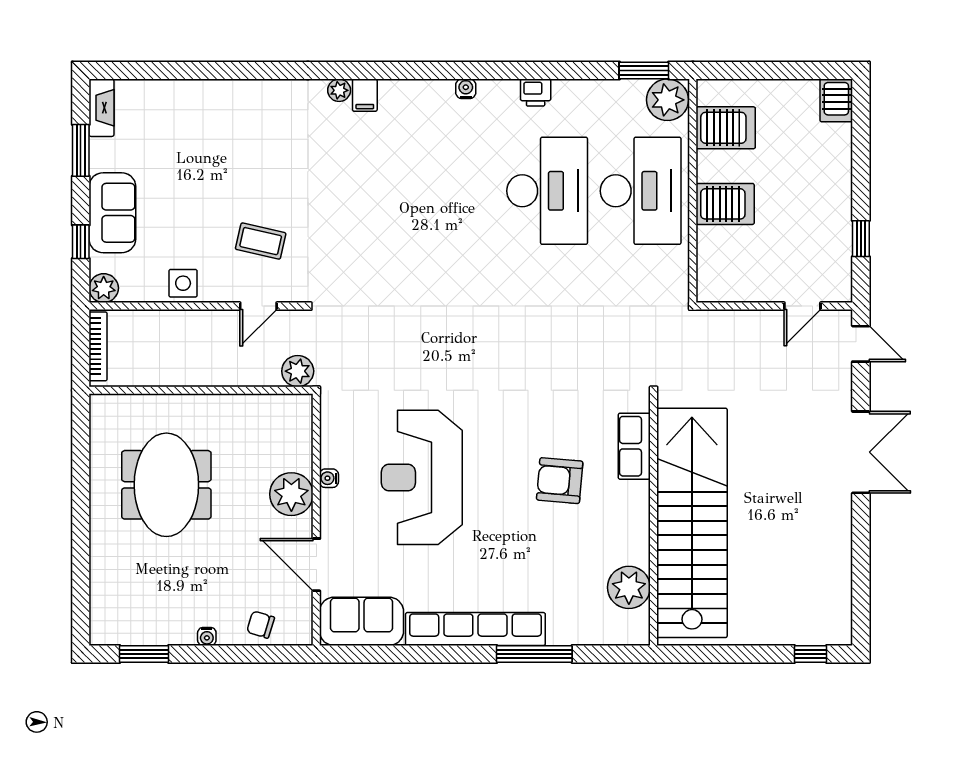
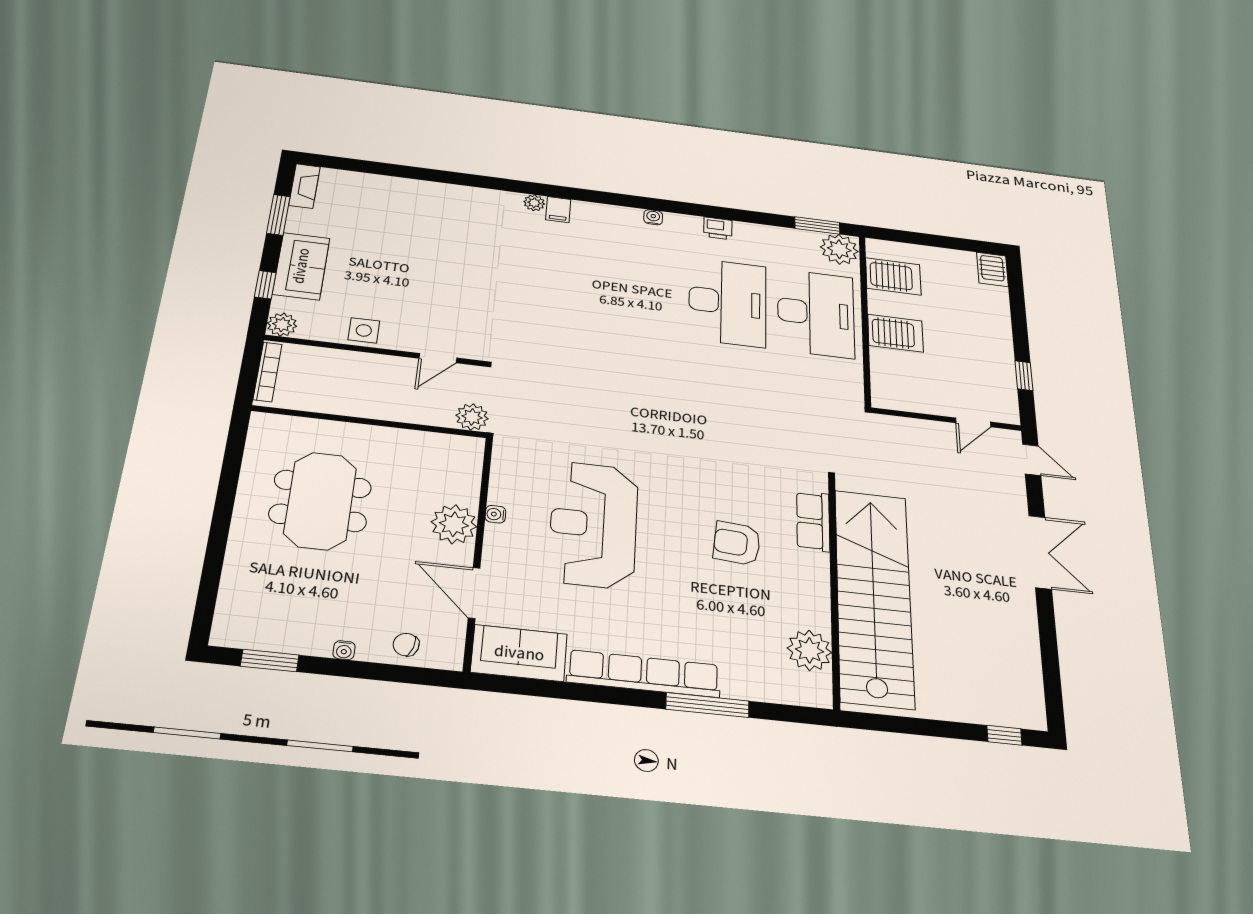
coffee table: (261, 241) -> (446, 306), removed

